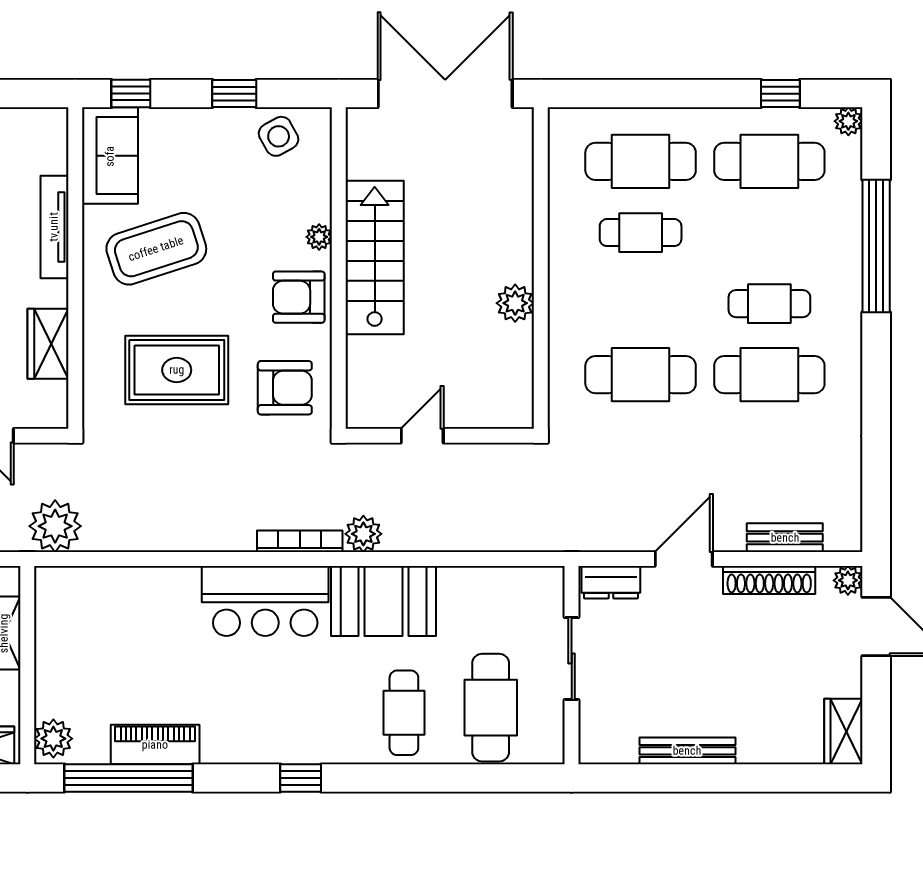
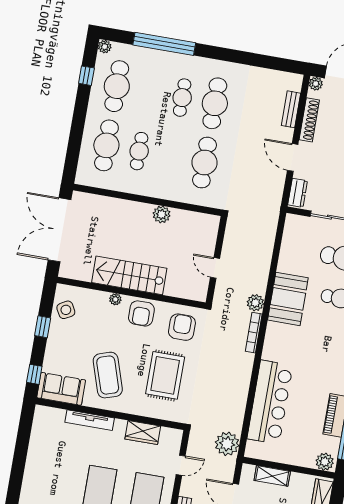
bar counter: (265, 601) -> (270, 402), moved, width x1.36

